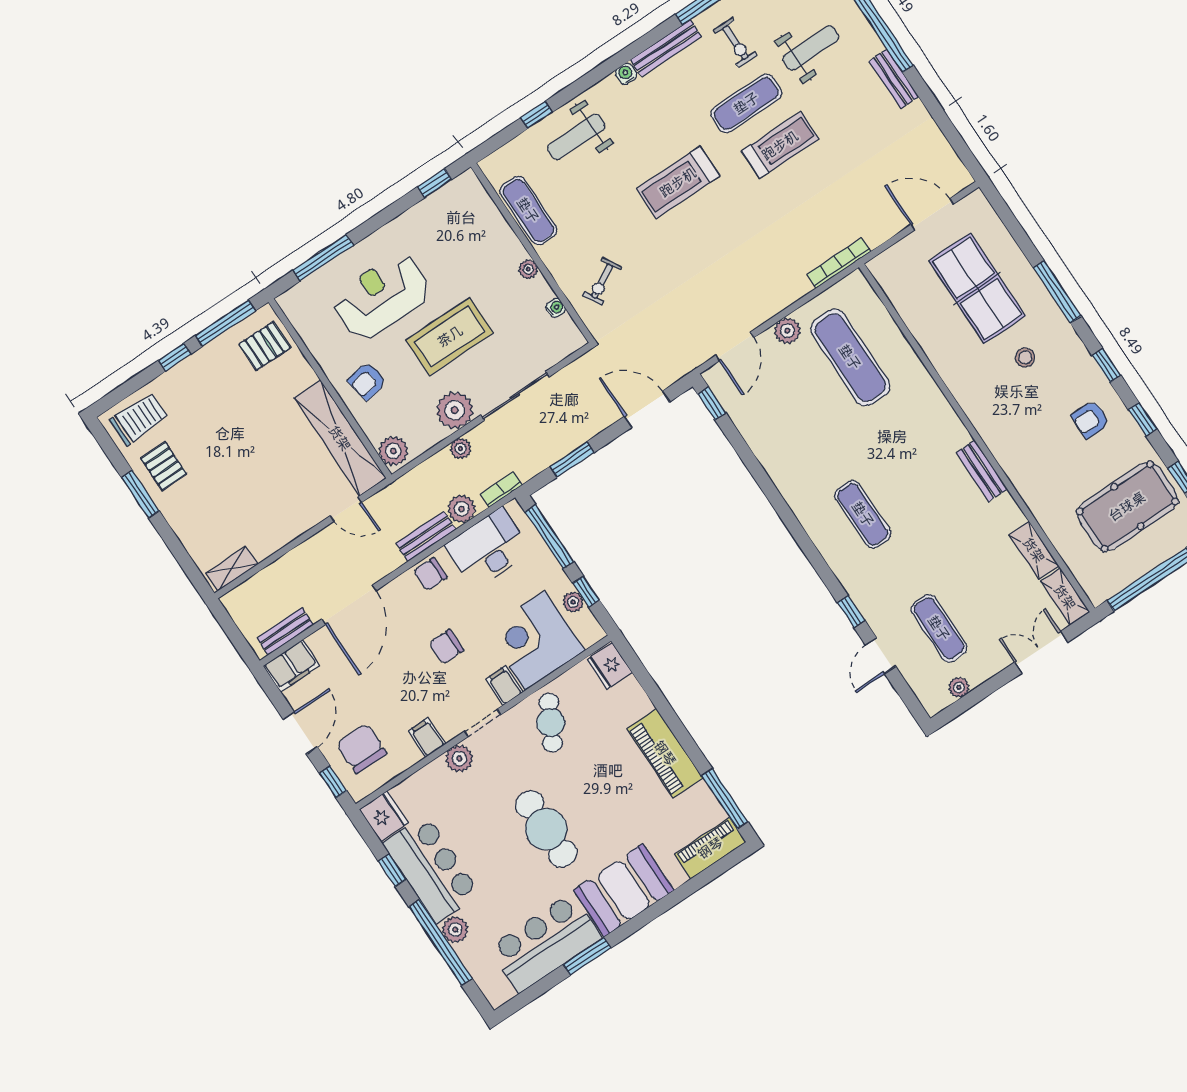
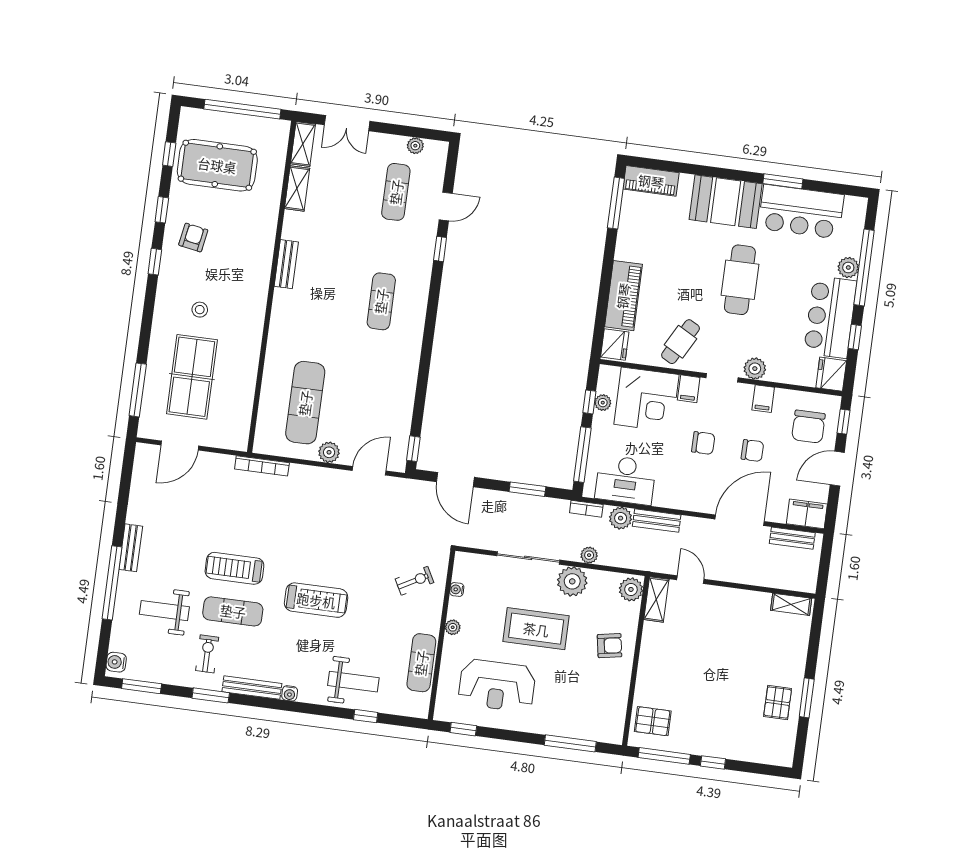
door: (932, 214) -> (180, 445), hinge flipped
window: (1057, 292) -> (138, 390), moved
reception desk: (382, 296) -> (497, 685), moved
trolley: (139, 419) -> (767, 744), removed
armchair: (1090, 419) -> (193, 237), turned -80
shelving: (340, 438) -> (656, 599), width x0.45, depth x0.75
chair: (430, 574) -> (752, 451), moved
piano: (665, 753) -> (623, 296), moved

